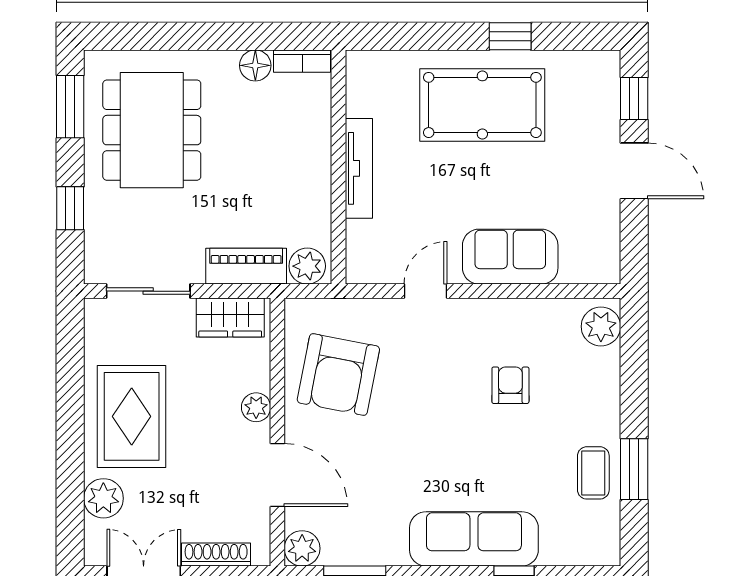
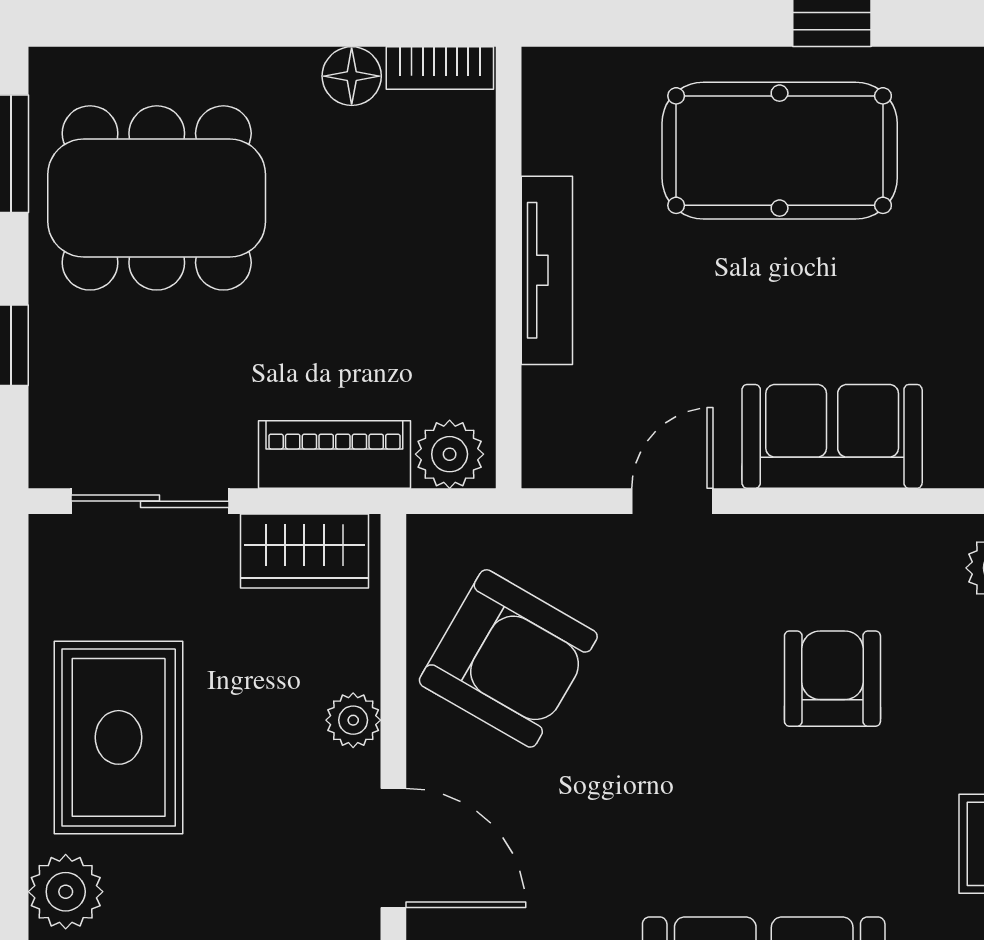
dining table: (152, 130) -> (157, 198), turned 90
armchair: (338, 374) -> (508, 658), turned -71
armchair: (510, 385) -> (832, 679), width x1.38, depth x1.38

